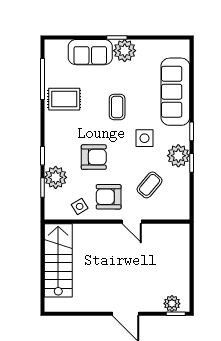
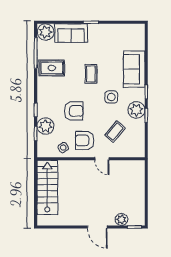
plant: (125, 51) -> (46, 32), moved
sofa: (175, 92) -> (134, 69), width x0.73
plant: (172, 304) -> (121, 220), moved

